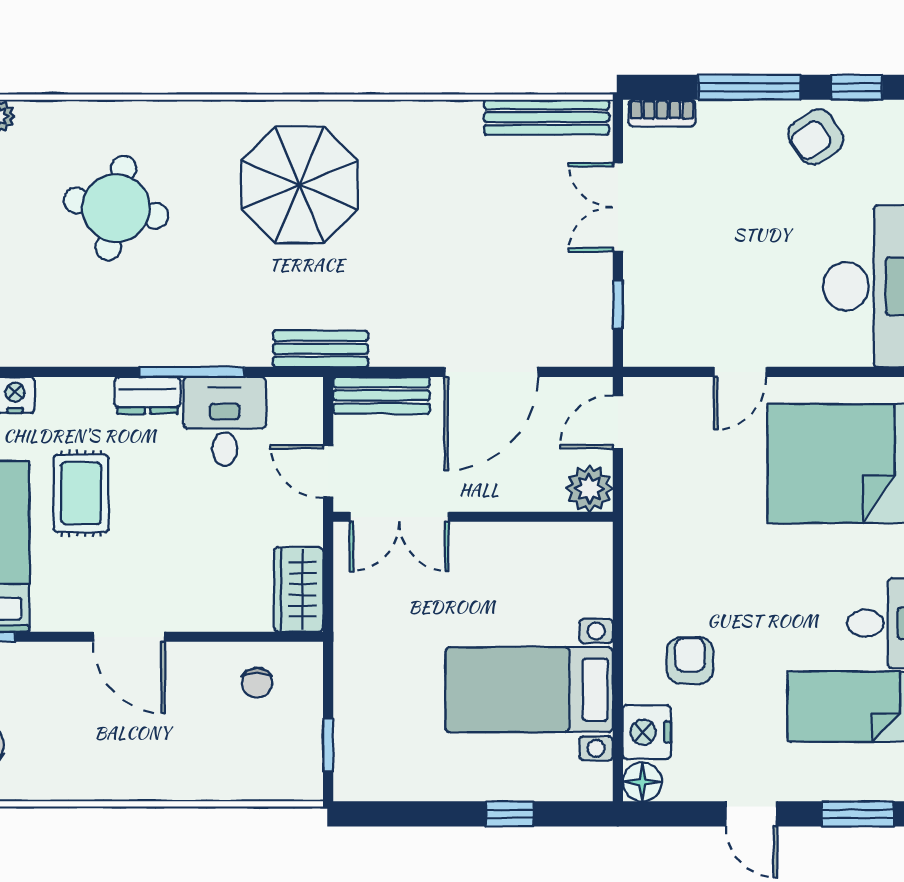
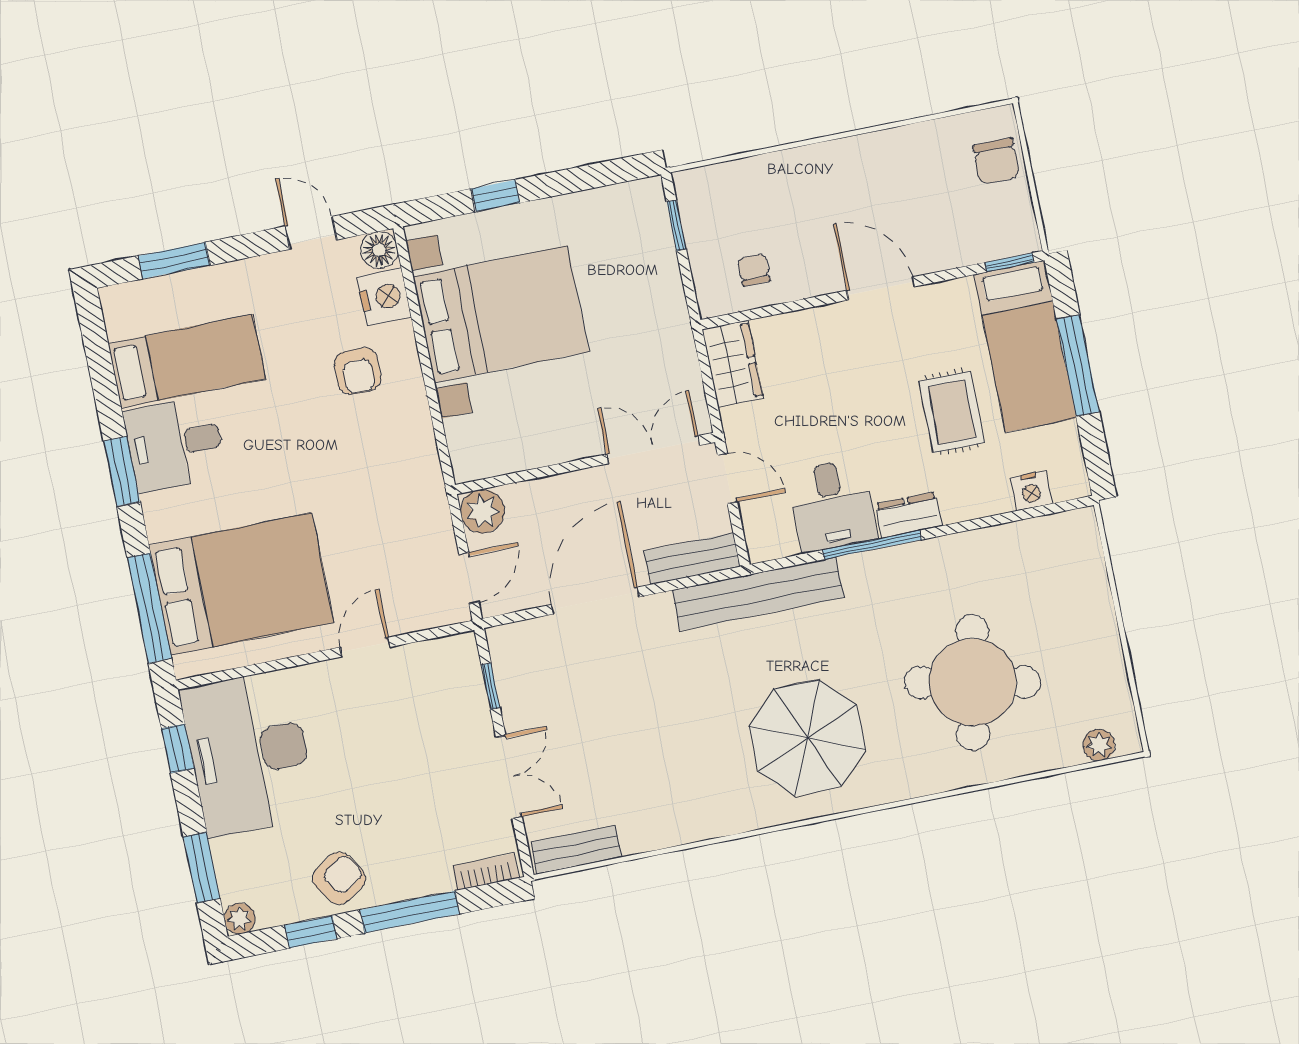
bench: (546, 117) -> (576, 850), width x0.73
round table: (116, 208) -> (973, 682), width x1.36, depth x1.36
bench: (320, 349) -> (758, 594), width x1.86, depth x1.21
bed with nightstands: (529, 690) -> (501, 314), width x1.36
door: (751, 814) -> (311, 233), moved

